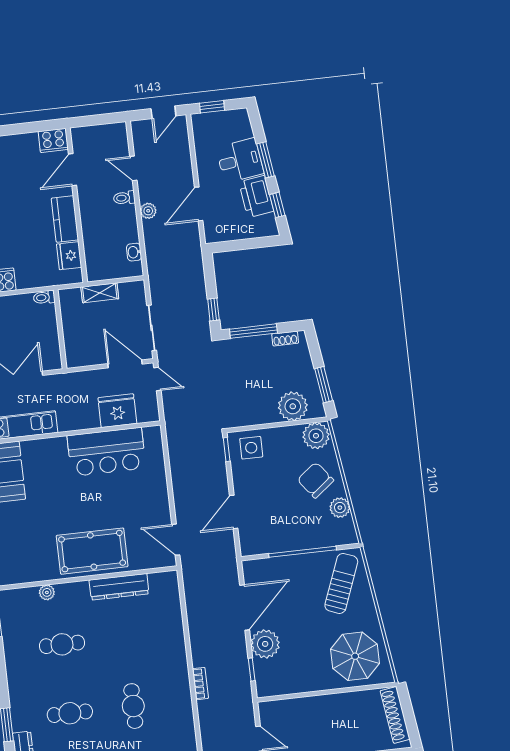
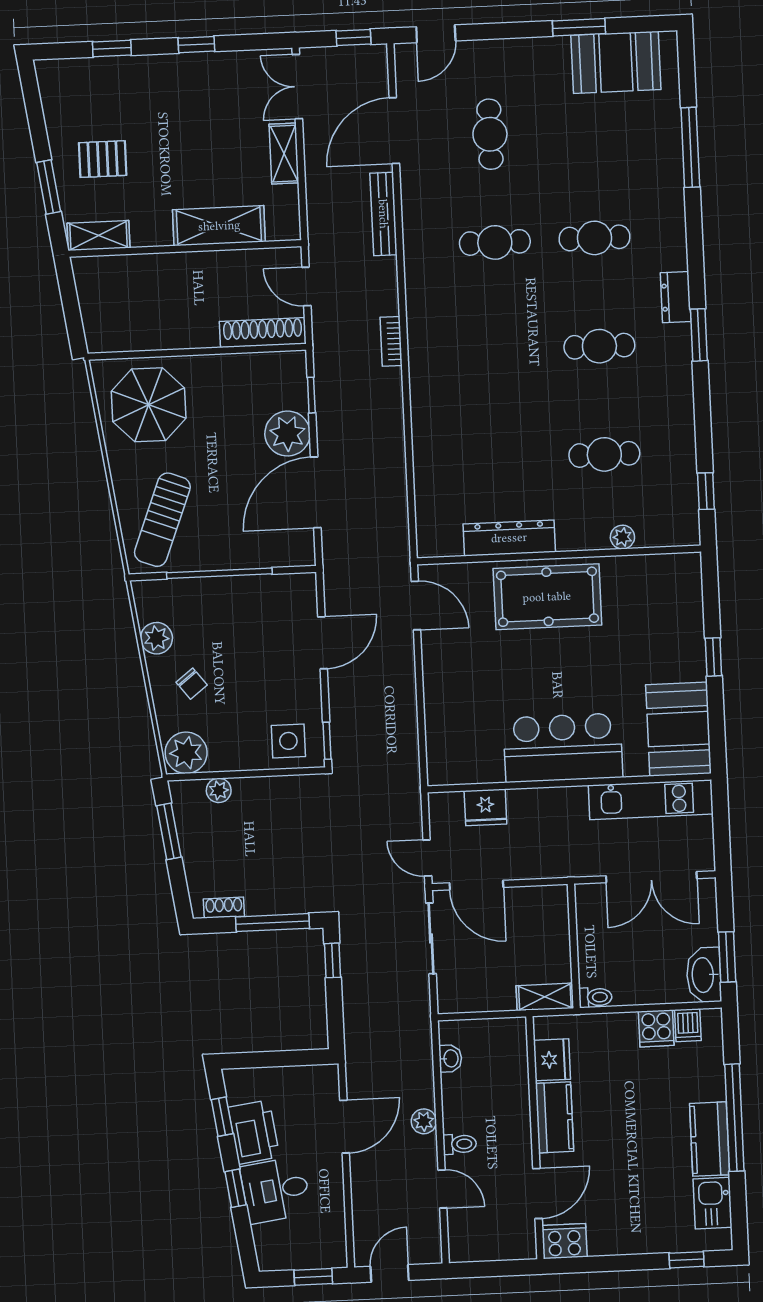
window: (266, 160) -> (235, 1188), width x0.67
shelving: (100, 293) -> (545, 997), moved
plant: (293, 406) -> (219, 790), width x0.53, depth x0.53
fridge: (117, 411) -> (485, 807), width x0.73, depth x0.75
bar counter: (106, 452) -> (563, 748), moved
chair: (316, 480) -> (192, 684), width x0.54, depth x0.54
bookcase: (200, 684) -> (391, 341), moved
cafe table: (133, 706) -> (500, 351), removed
shoe rack: (395, 715) -> (263, 333), moved, turned -82

